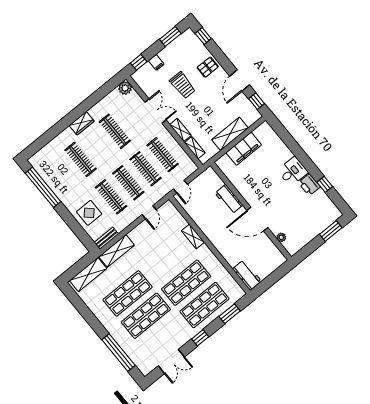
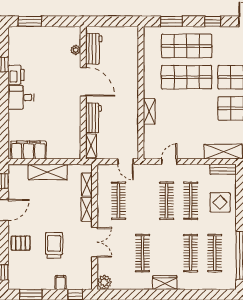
double door: (155, 111) -> (95, 242), swing flipped
filing cabinet: (244, 149) -> (28, 150), moved
clothes rail: (145, 169) -> (215, 253), moved
shelving: (214, 178) -> (91, 146), added
door: (180, 187) -> (126, 162), swing flipped
workbench: (247, 275) -> (94, 49), moved, turned 180

